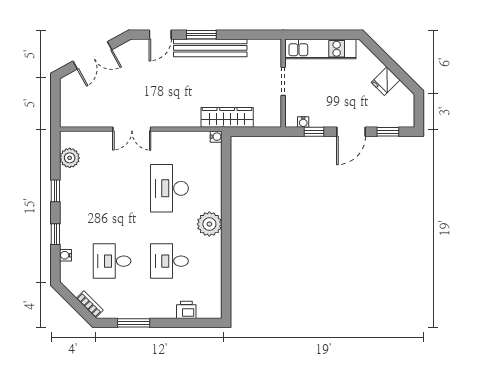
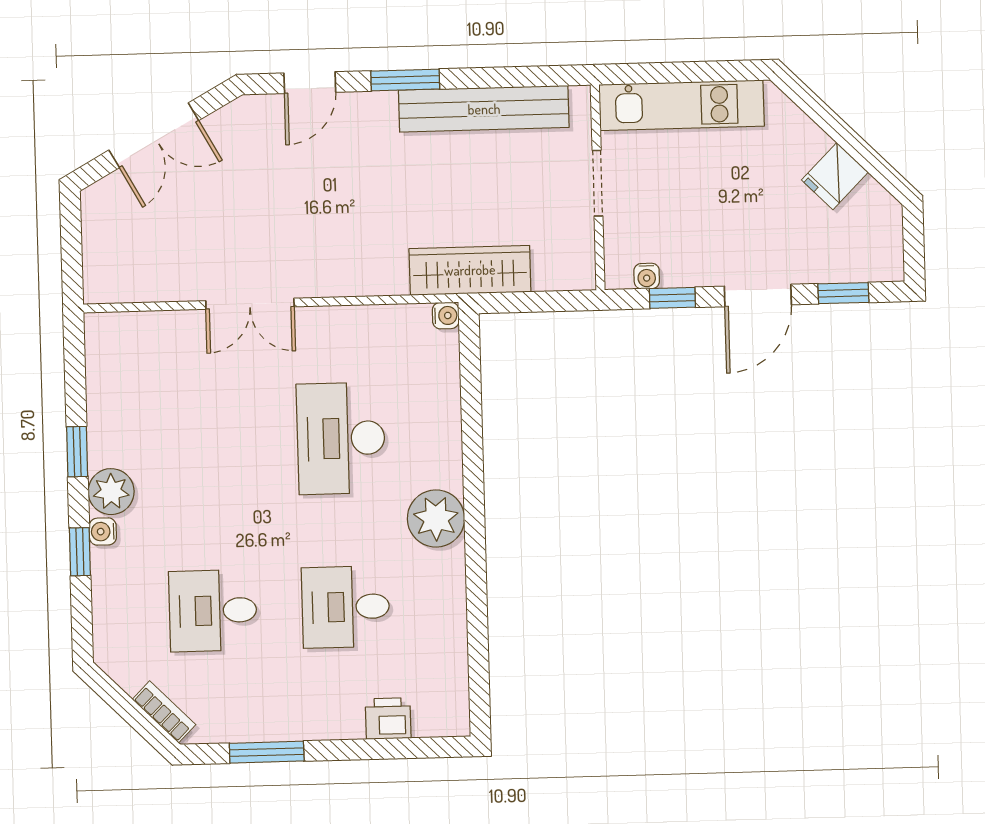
bench: (210, 48) -> (484, 109), moved
plant: (70, 158) -> (111, 492), moved
water cooler: (66, 255) -> (103, 532), moved

